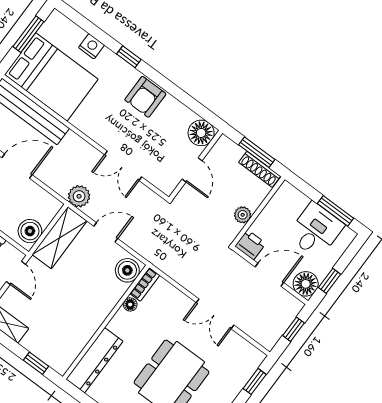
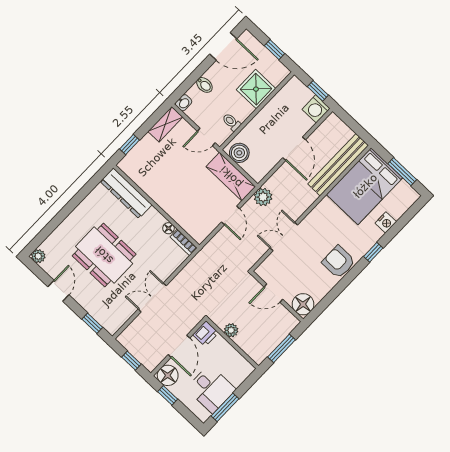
shoe rack: (260, 169) -> (267, 349), removed
boiler: (127, 270) -> (197, 229), removed

